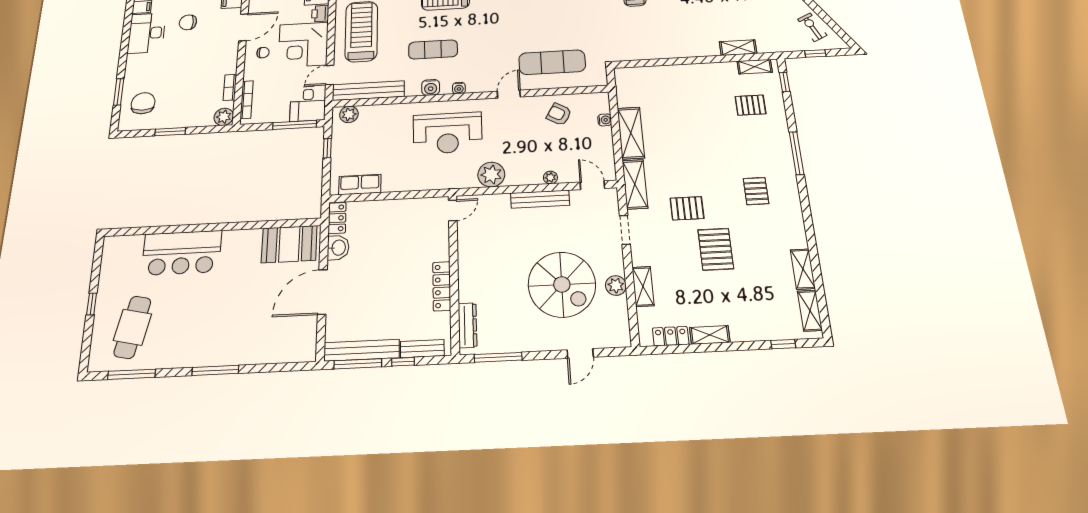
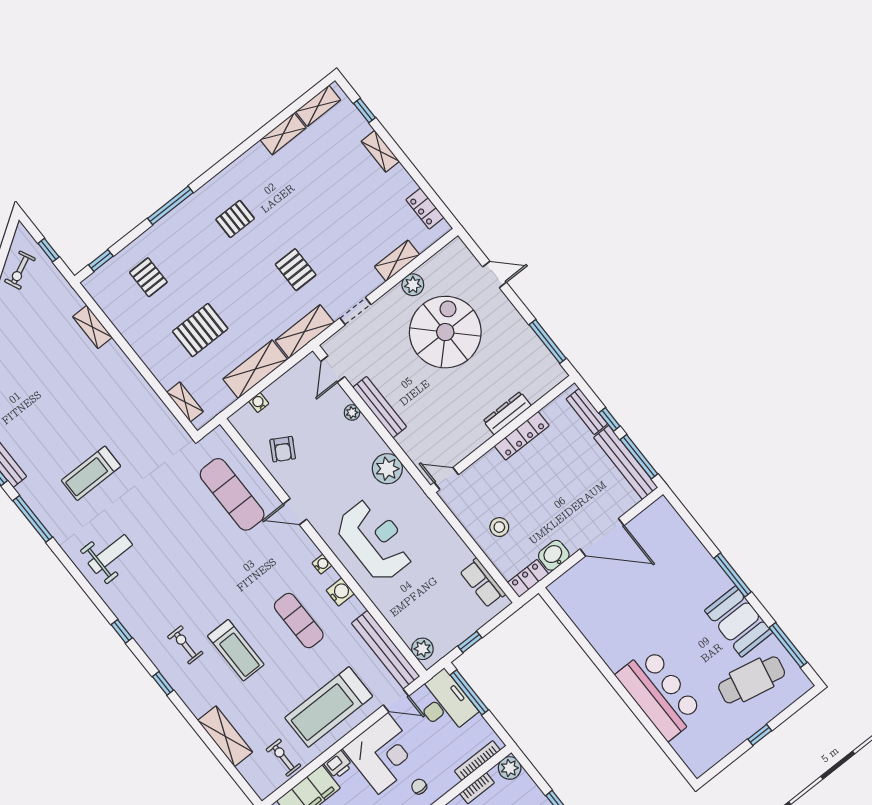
shelving: (755, 67) -> (185, 402), moved
desk: (308, 104) -> (444, 703), width x1.37
stool: (389, 223) -> (499, 527), added
booth: (289, 244) -> (739, 621), moved
pallet: (716, 249) -> (200, 330), moved
dresser: (468, 325) -> (507, 413), moved
shelving: (710, 335) -> (380, 151), moved

